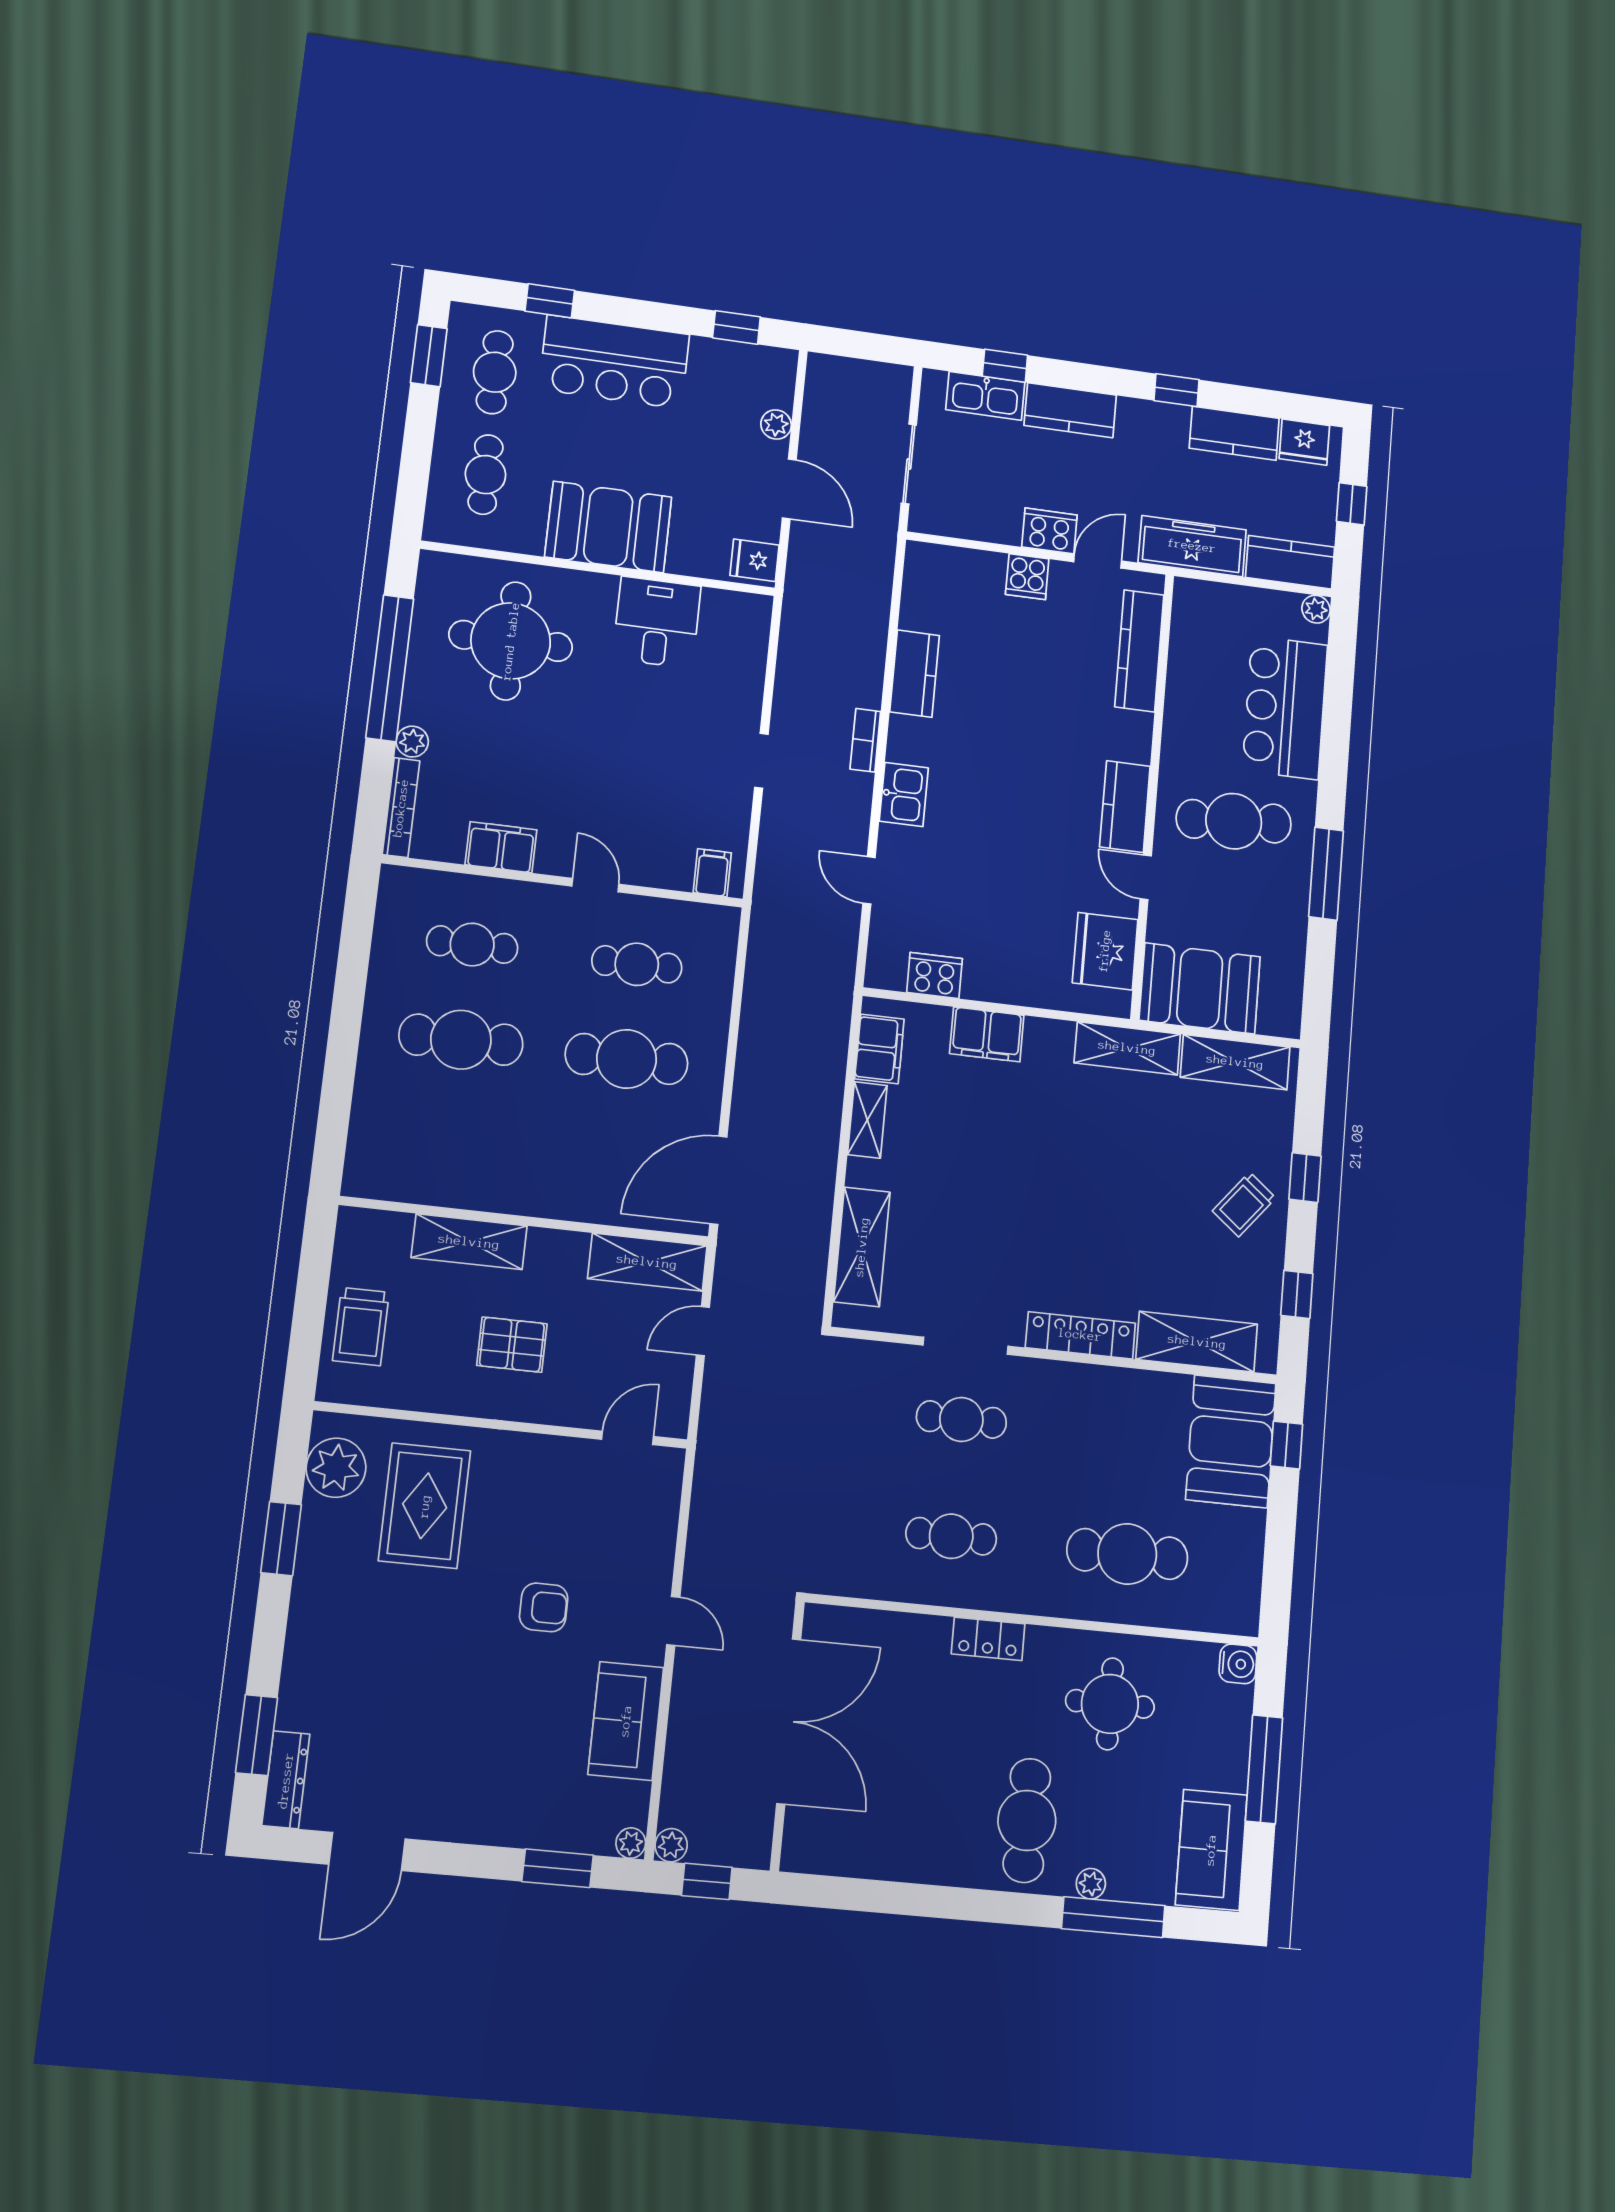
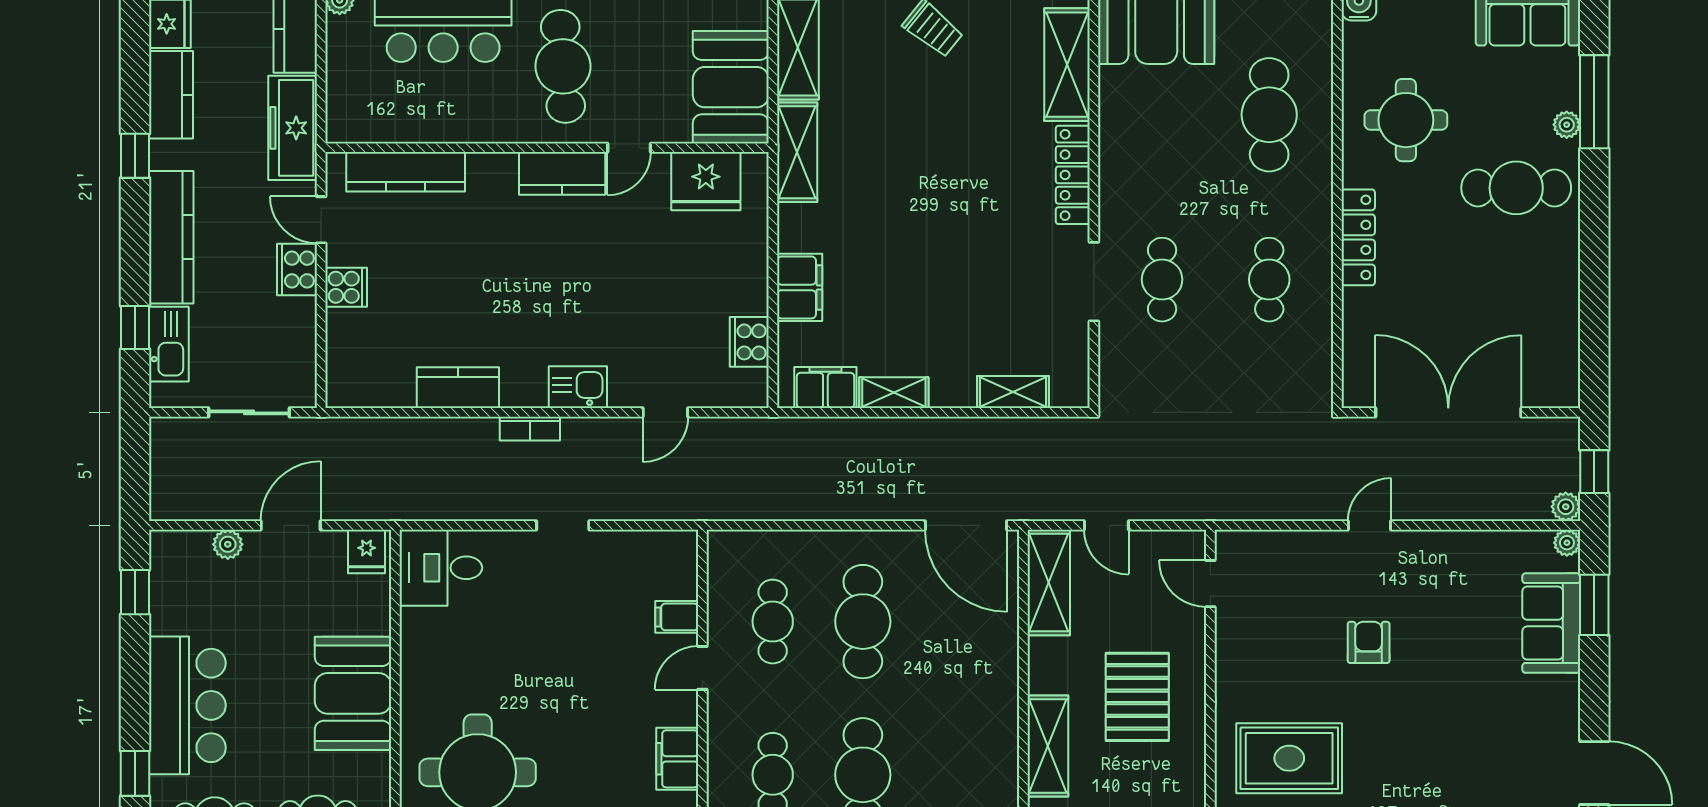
kitchen counter: (1070, 410) -> (171, 237), width x1.50
desk: (657, 622) -> (441, 568), moved
filing cabinet: (712, 873) -> (677, 617), moved
shelving: (862, 1247) -> (1013, 392), width x0.67, depth x0.75
pallet: (512, 1345) -> (1137, 697), width x1.50, depth x1.42
locker: (988, 1639) -> (1358, 237), width x1.53
sofa: (626, 1721) -> (1551, 623), moved, turned 90

